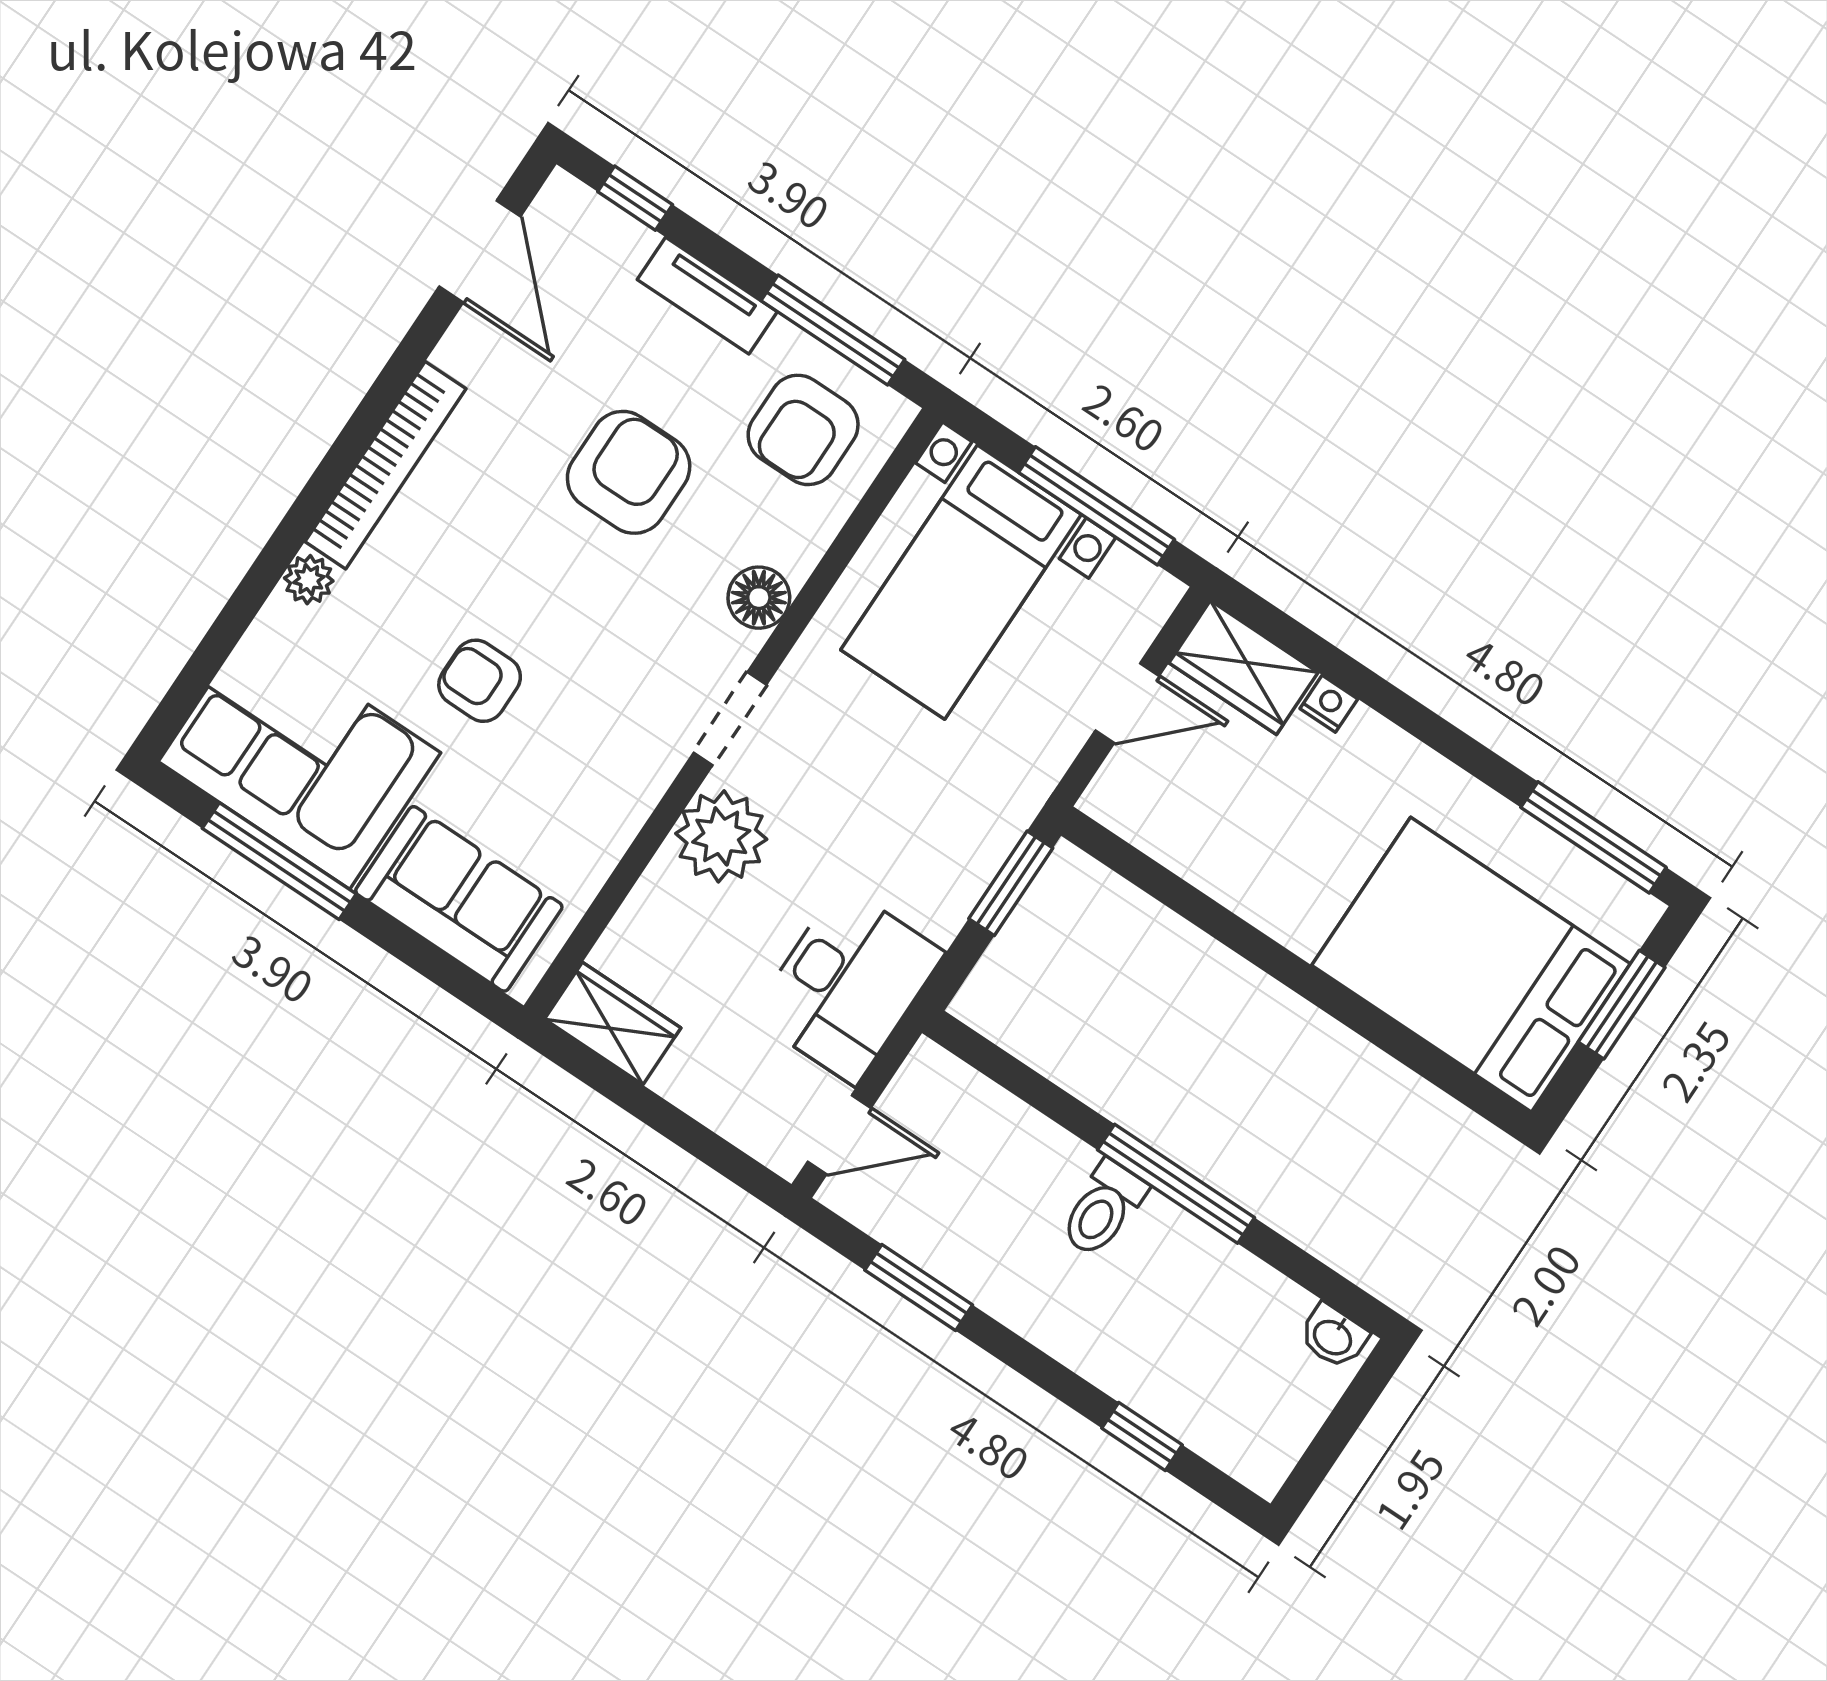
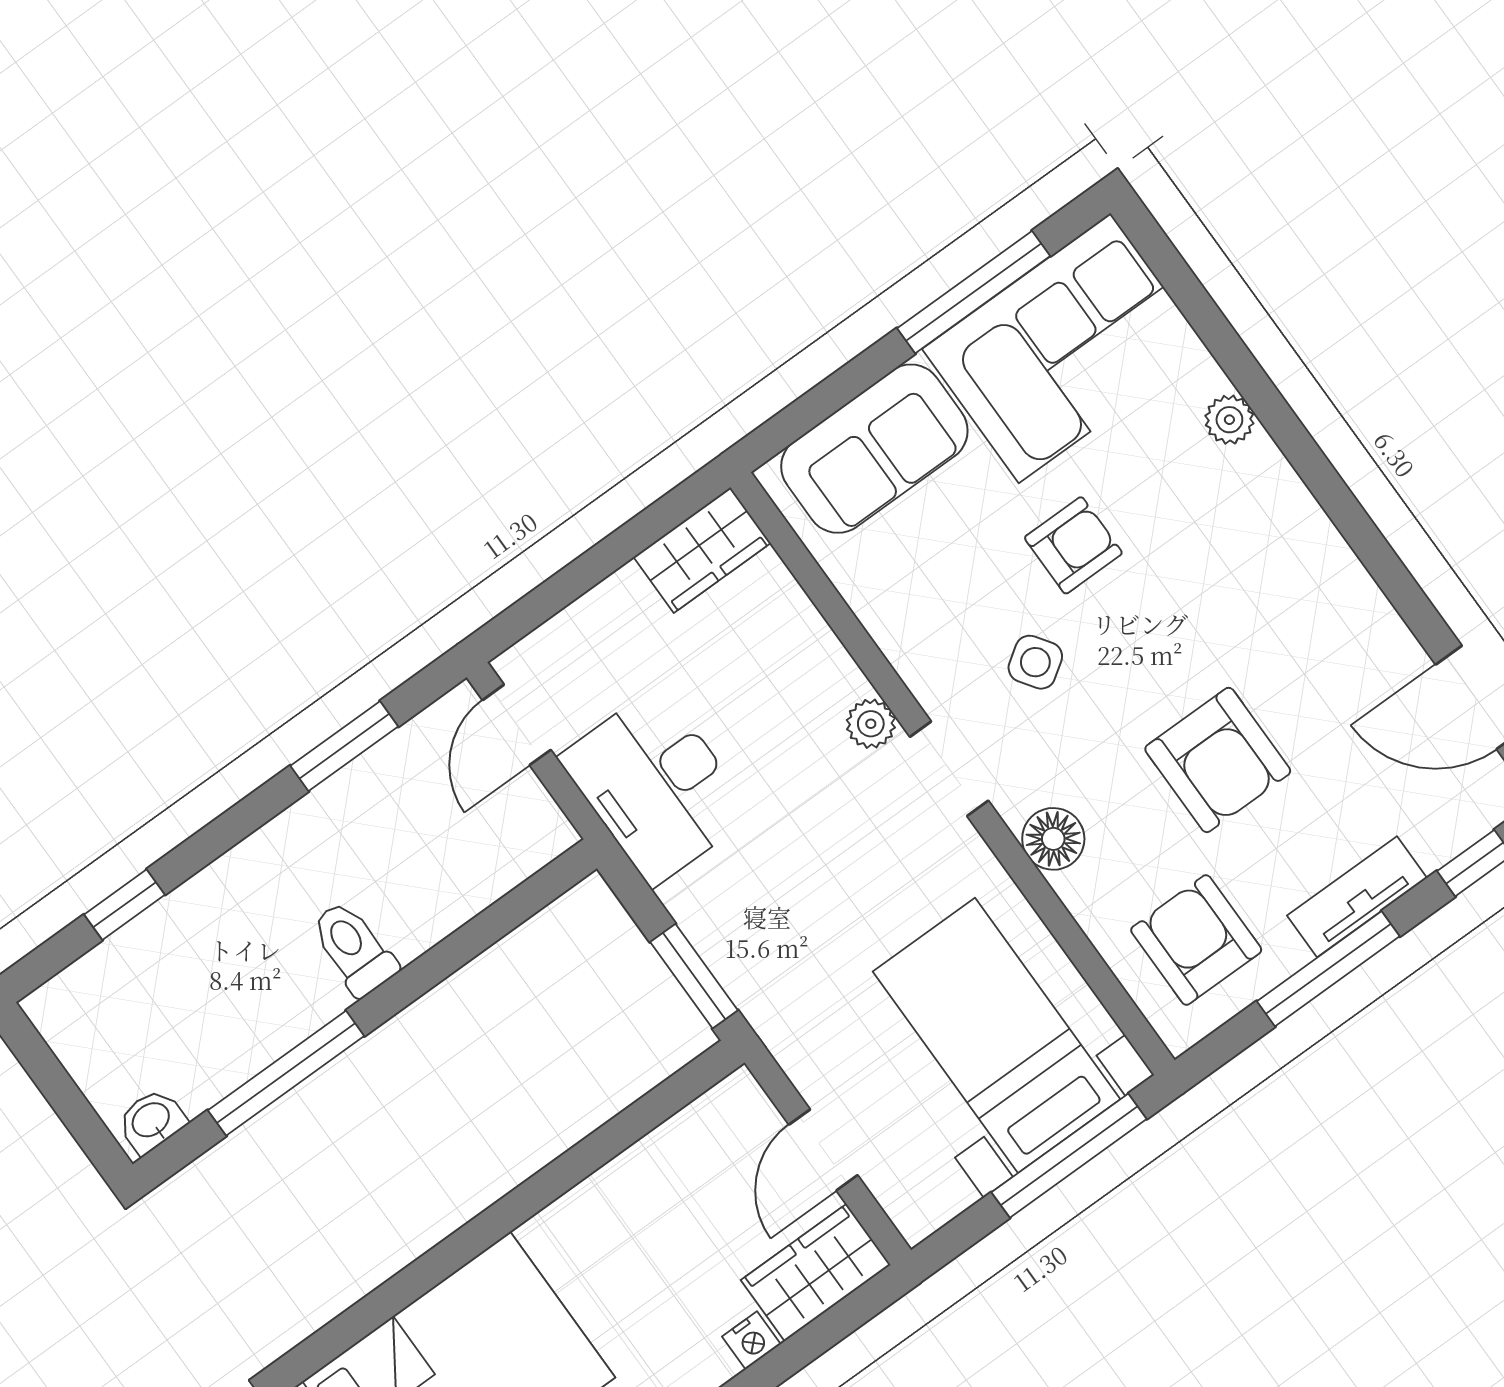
window: (833, 330) -> (1328, 969), moved
bookcase: (385, 465) -> (1311, 533), removed
window: (1096, 506) -> (1069, 1156), moved
side table: (601, 676) -> (1035, 662), added
plant: (721, 836) -> (871, 724), width x0.53, depth x0.53
window: (1176, 1184) -> (286, 1073), moved

